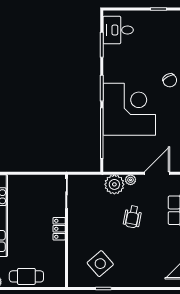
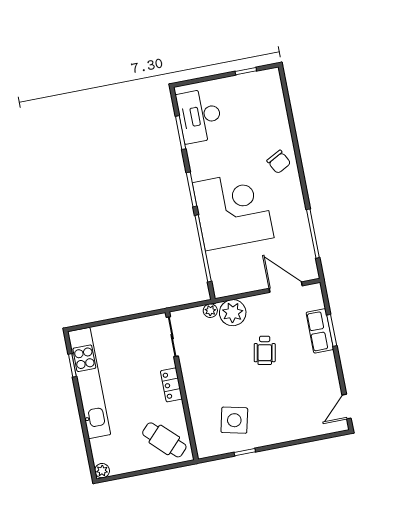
desk: (118, 30) -> (200, 116), width x1.37
door: (157, 173) -> (286, 287), hinge flipped
plant: (131, 180) -> (210, 311), moved
side table: (100, 264) -> (234, 420), turned -36
cafe table: (26, 276) -> (164, 440), moved, turned 44

